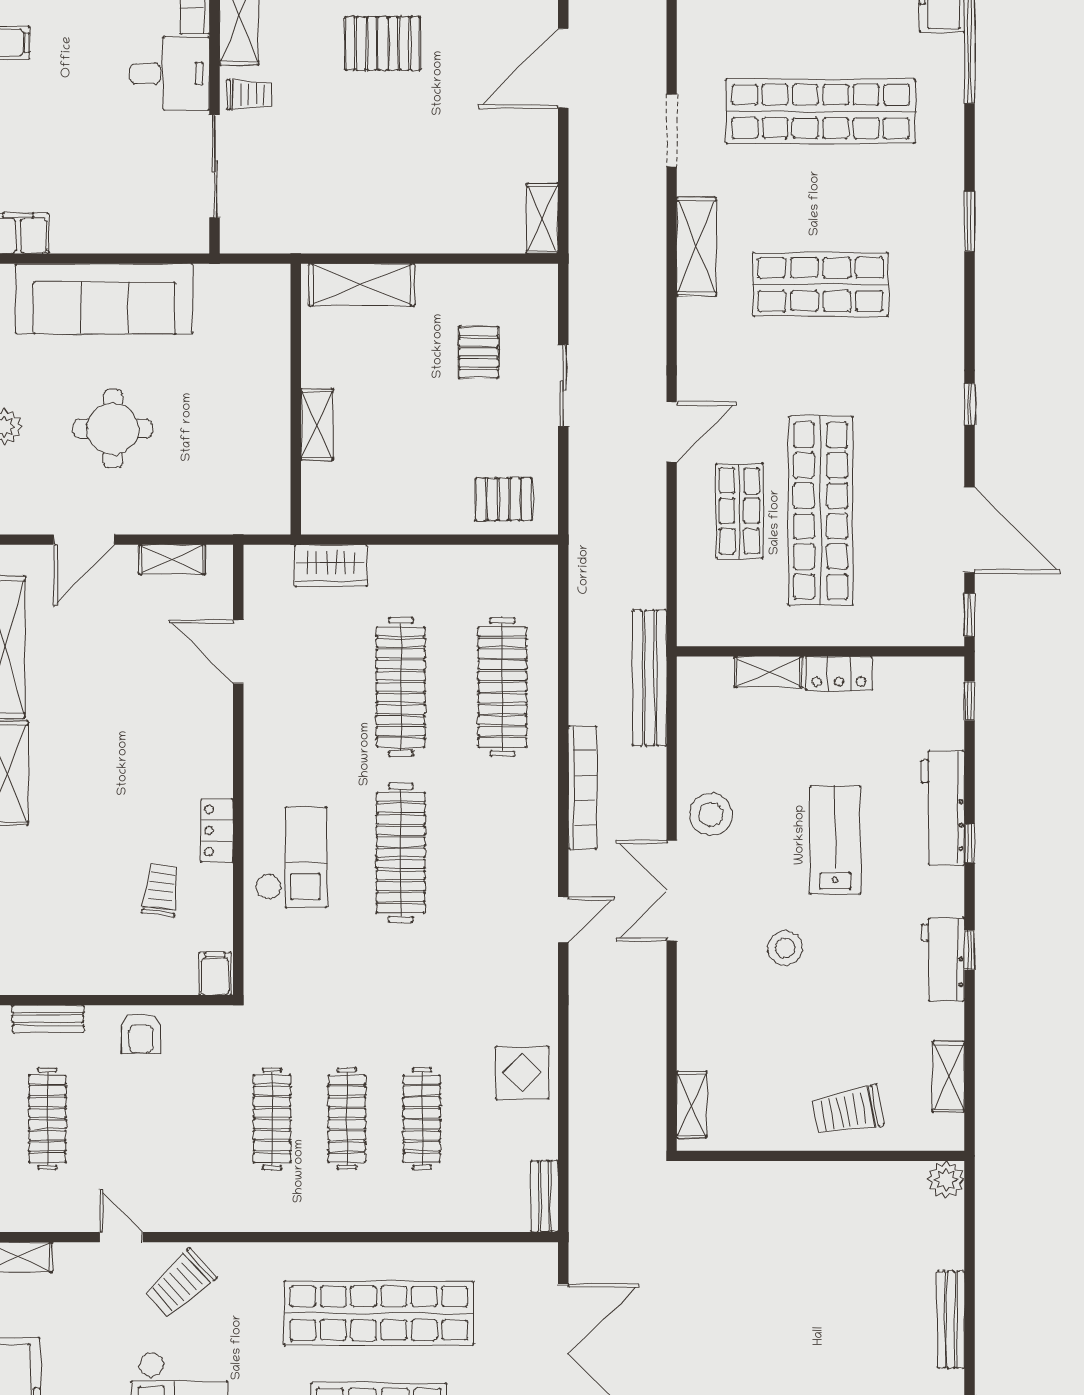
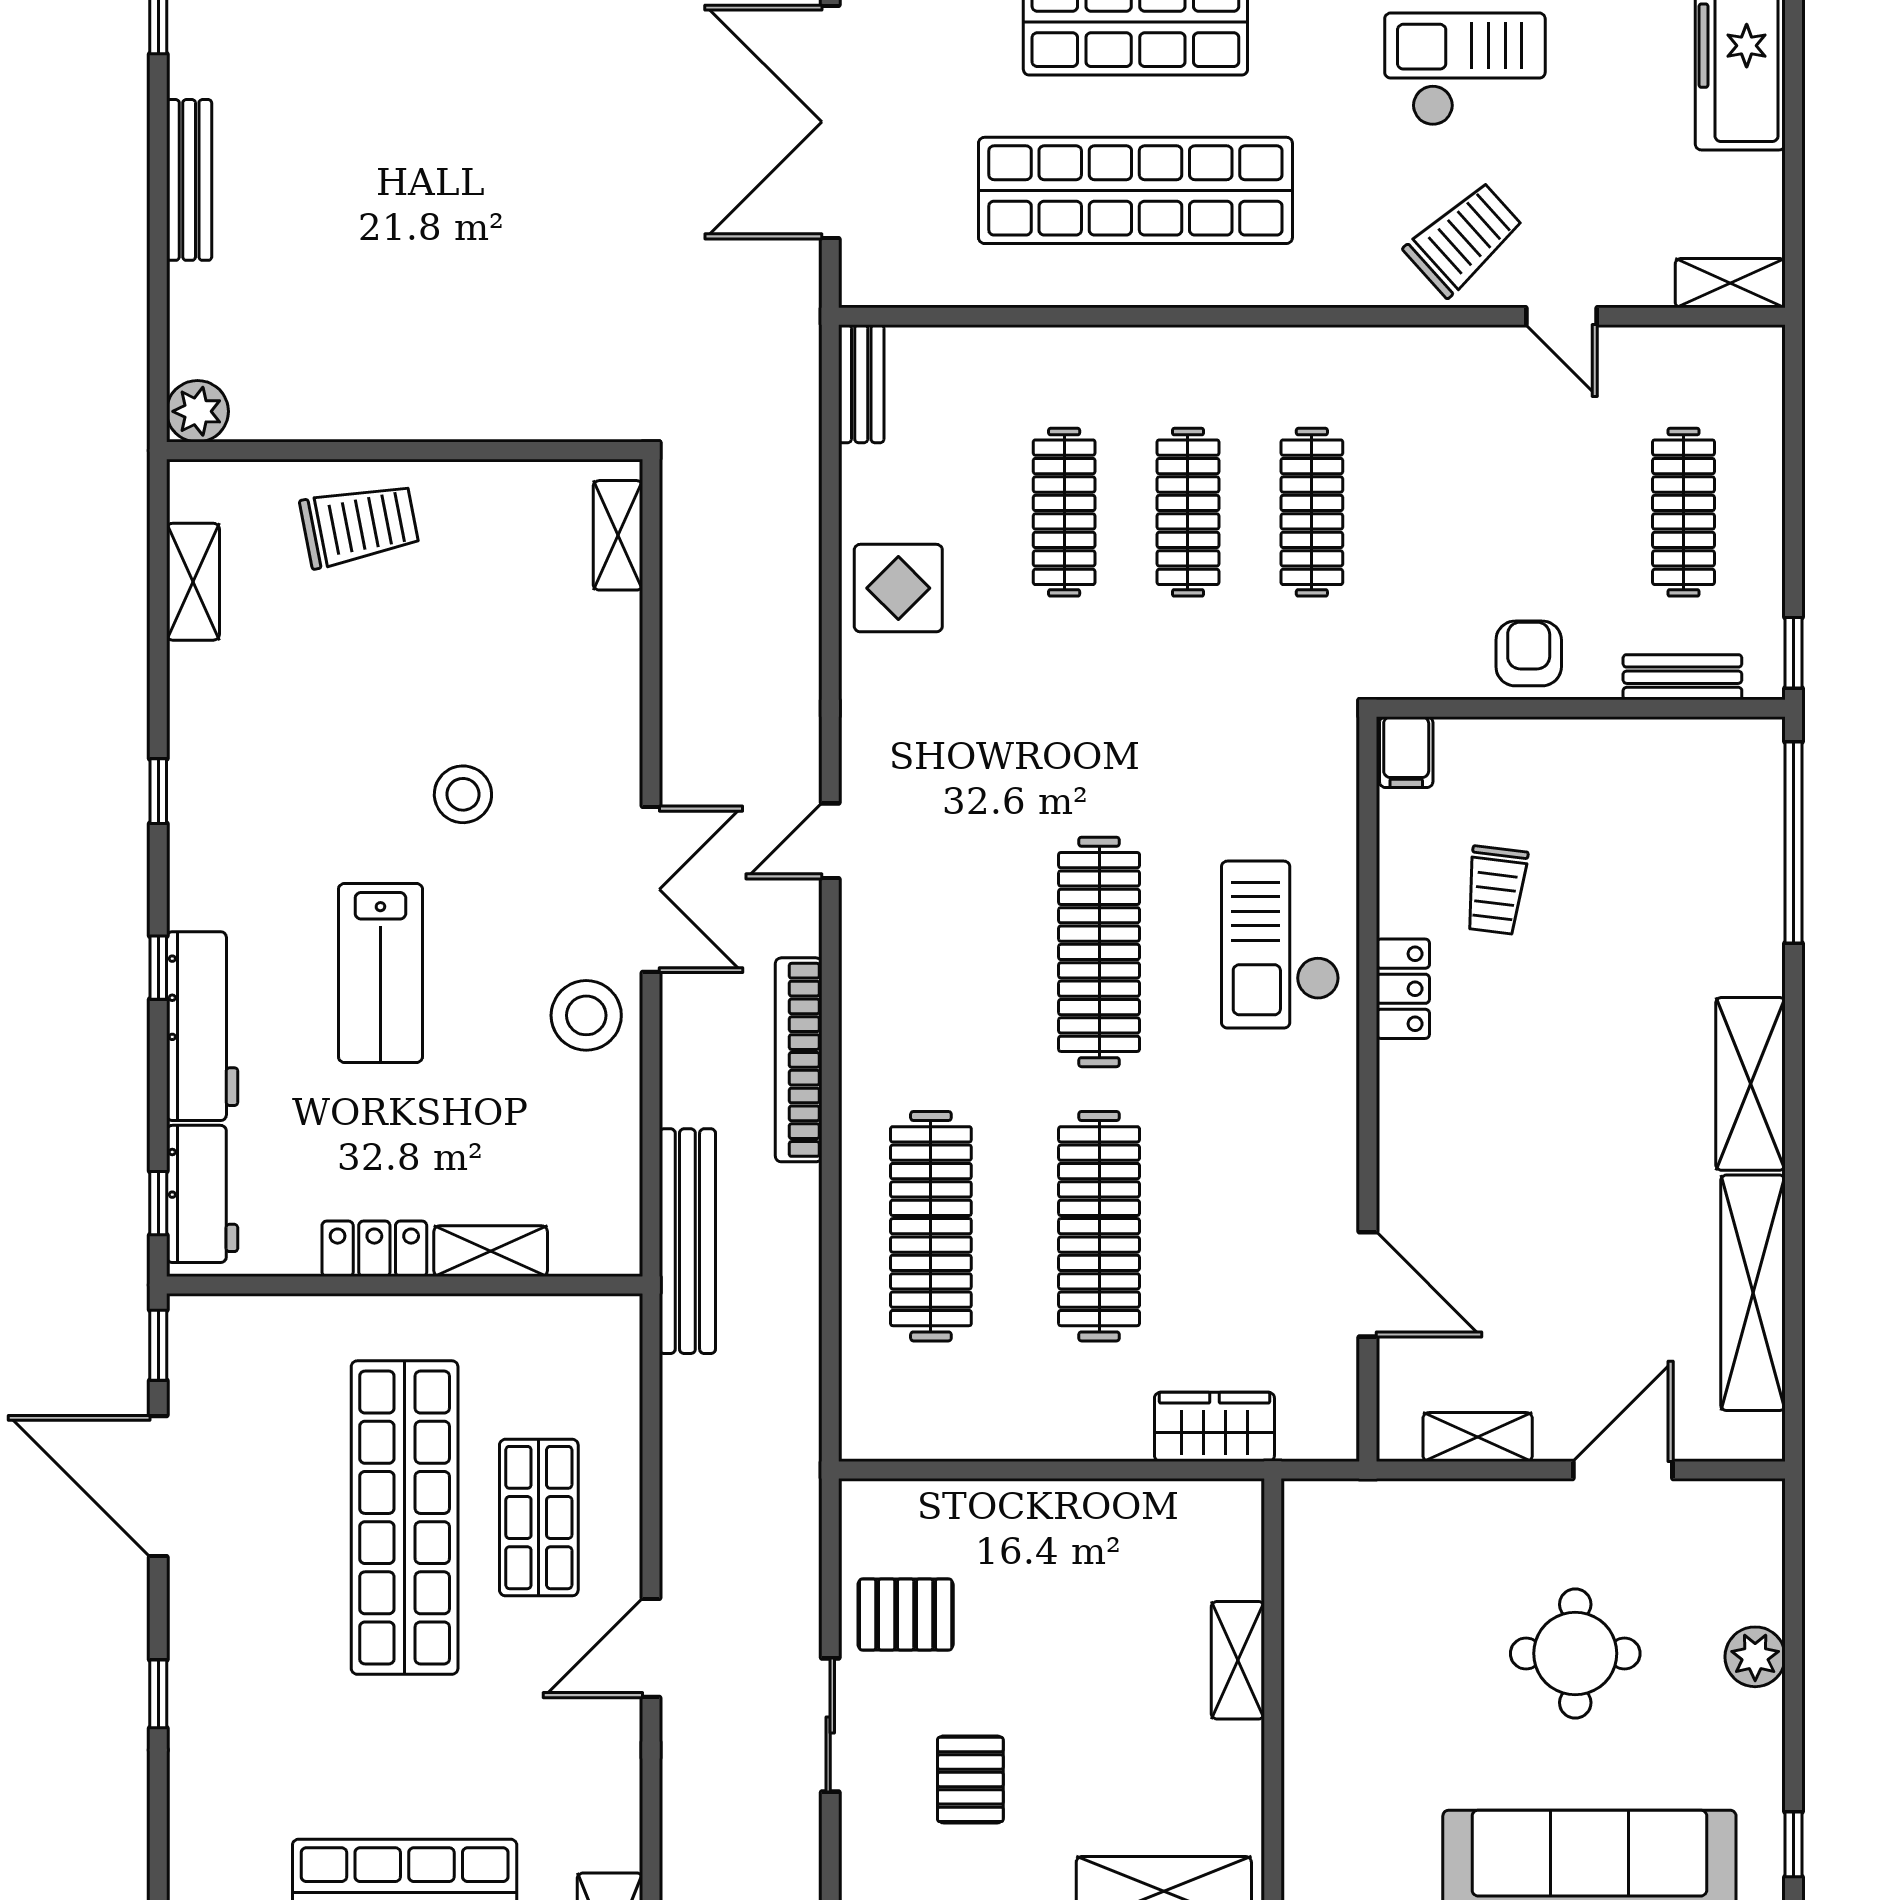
pallet: (504, 499) -> (906, 1614), moved
workbench: (943, 959) -> (202, 1194), moved

